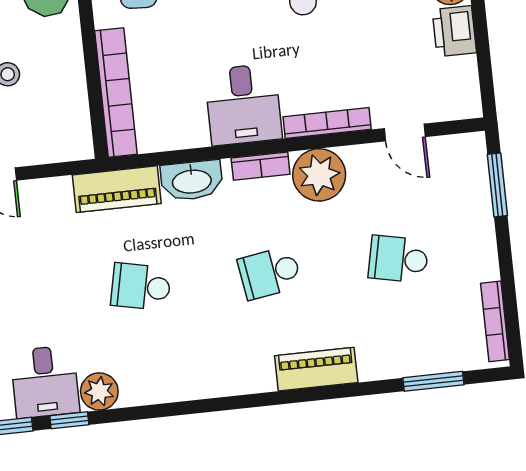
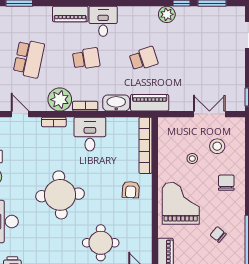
bookcase: (327, 123) -> (54, 122), width x0.64
school desk: (398, 259) -> (29, 59), width x1.85
school desk: (141, 287) -> (144, 59), turned -30
desk: (45, 382) -> (103, 21), moved

